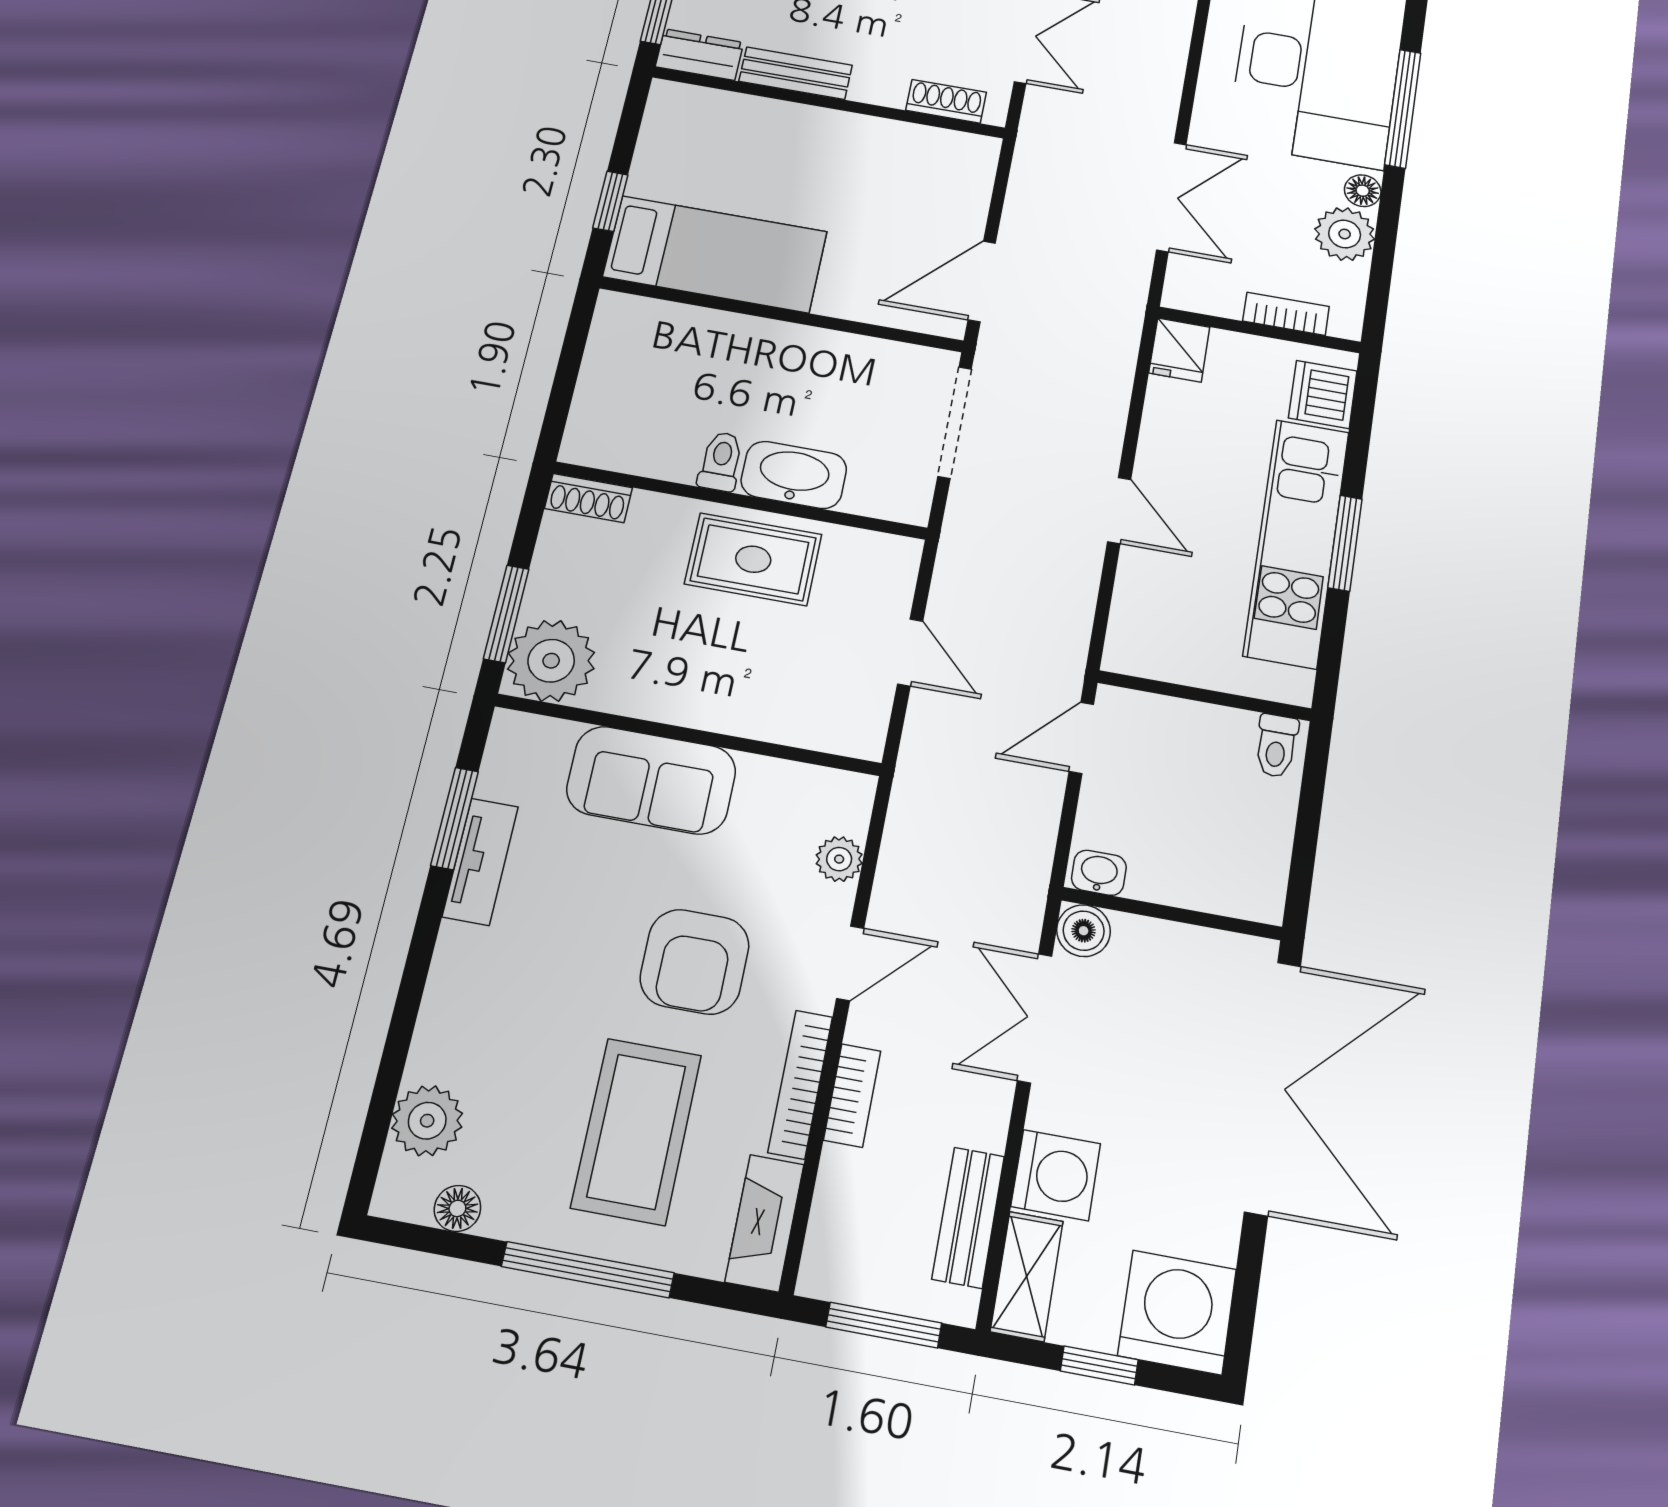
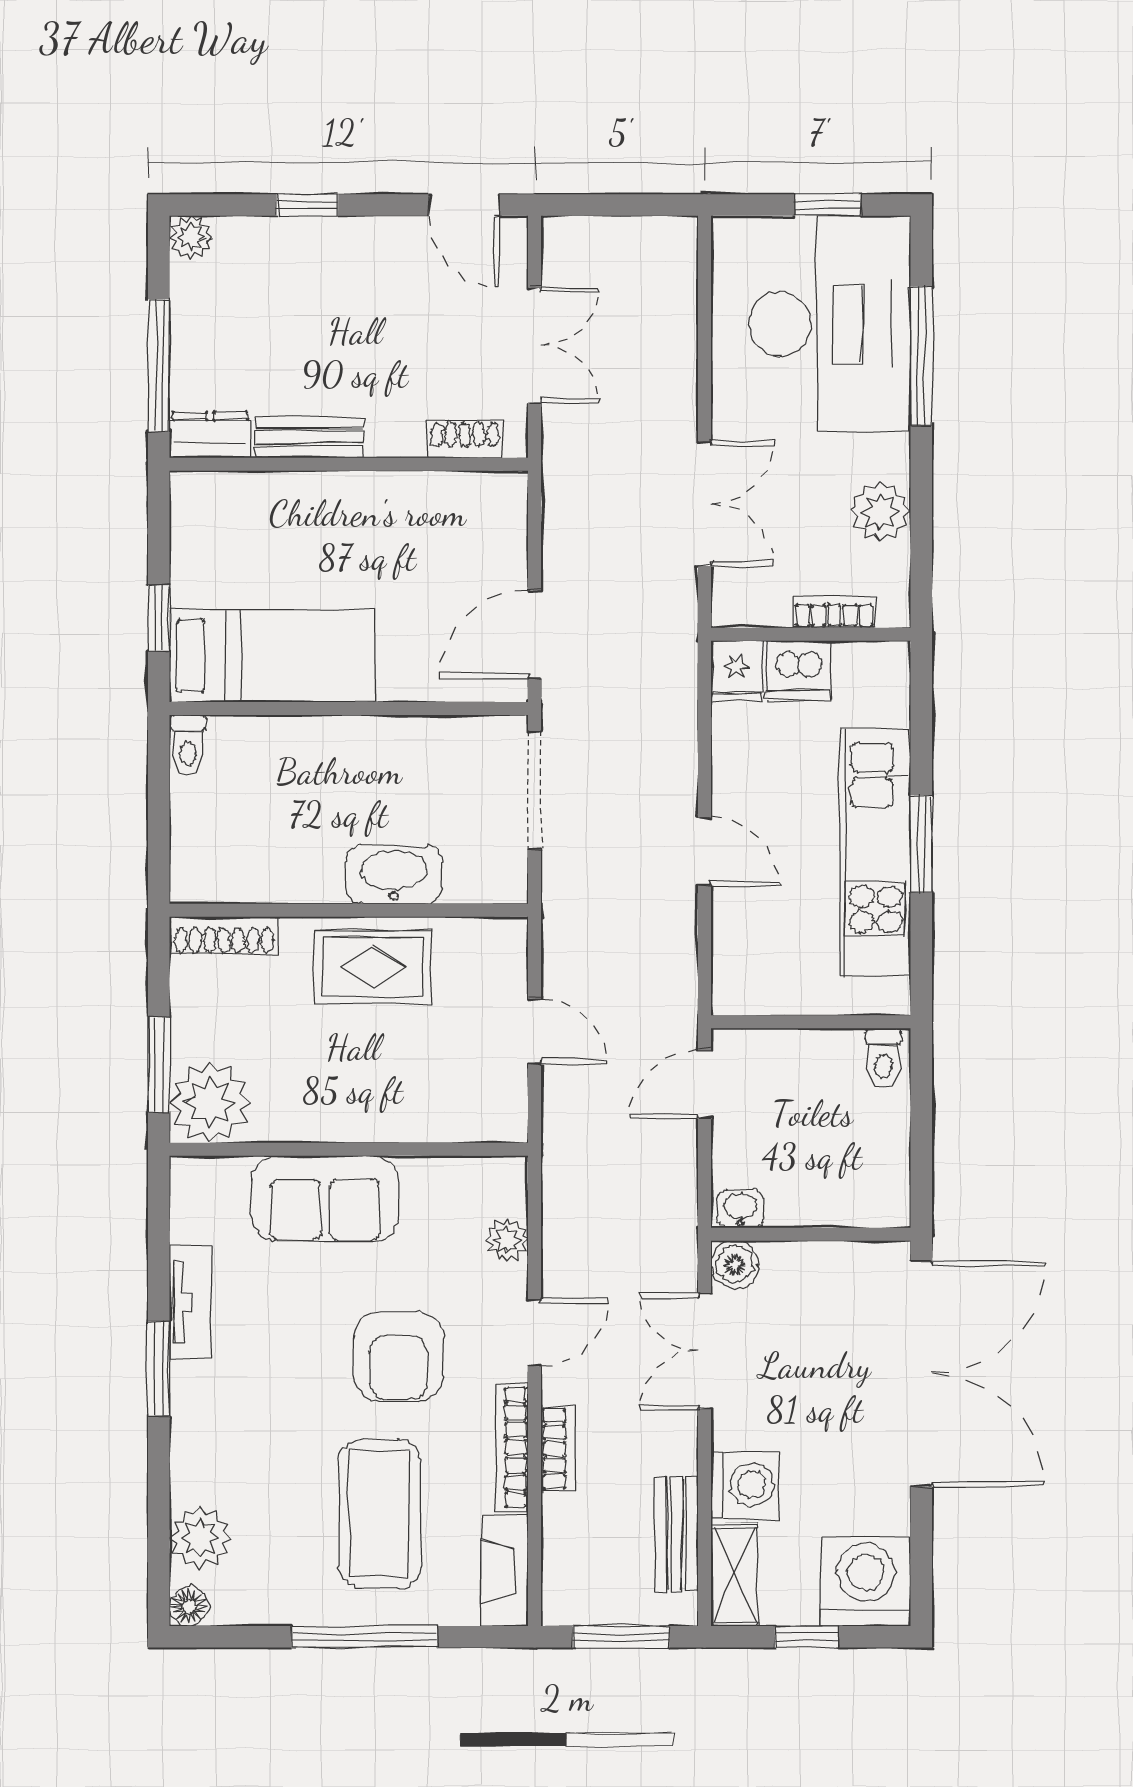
floor lamp: (1363, 191) -> (892, 459), removed
dishwasher: (1323, 394) -> (798, 670), moved, turned -90
toilet: (721, 461) -> (188, 745), moved, turned 180
shoe rack: (588, 498) -> (224, 935), width x1.43
window: (455, 818) -> (159, 1369), moved
floor lamp: (457, 1208) -> (189, 1607), moved

